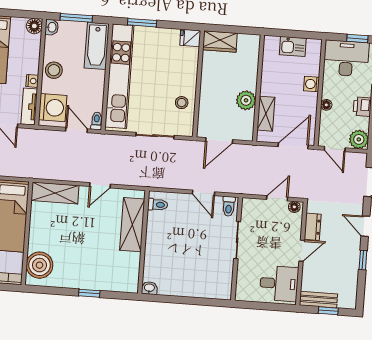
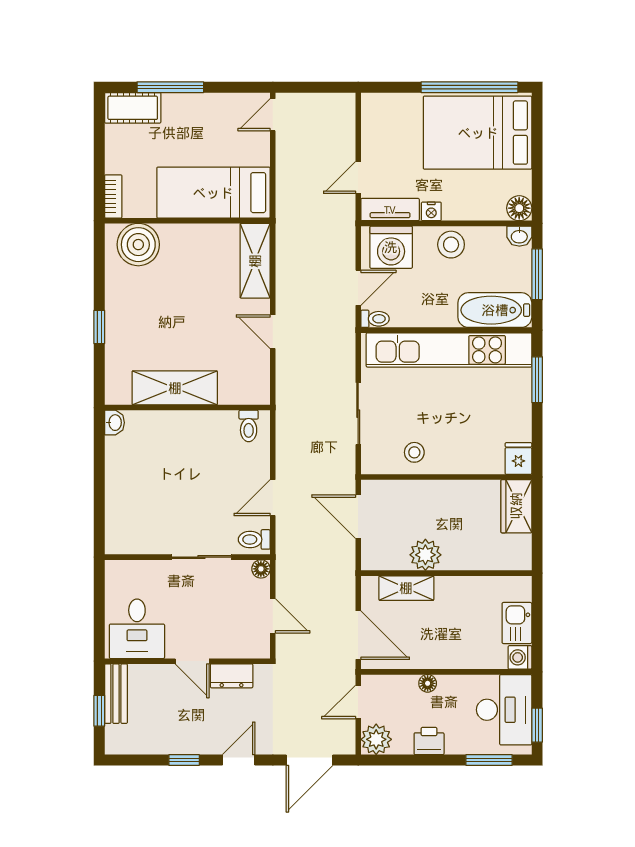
washing machine: (312, 84) -> (520, 657), moved, turned -90
floor lamp: (294, 207) -> (261, 569), moved
shelving: (132, 225) -> (175, 388), moved

